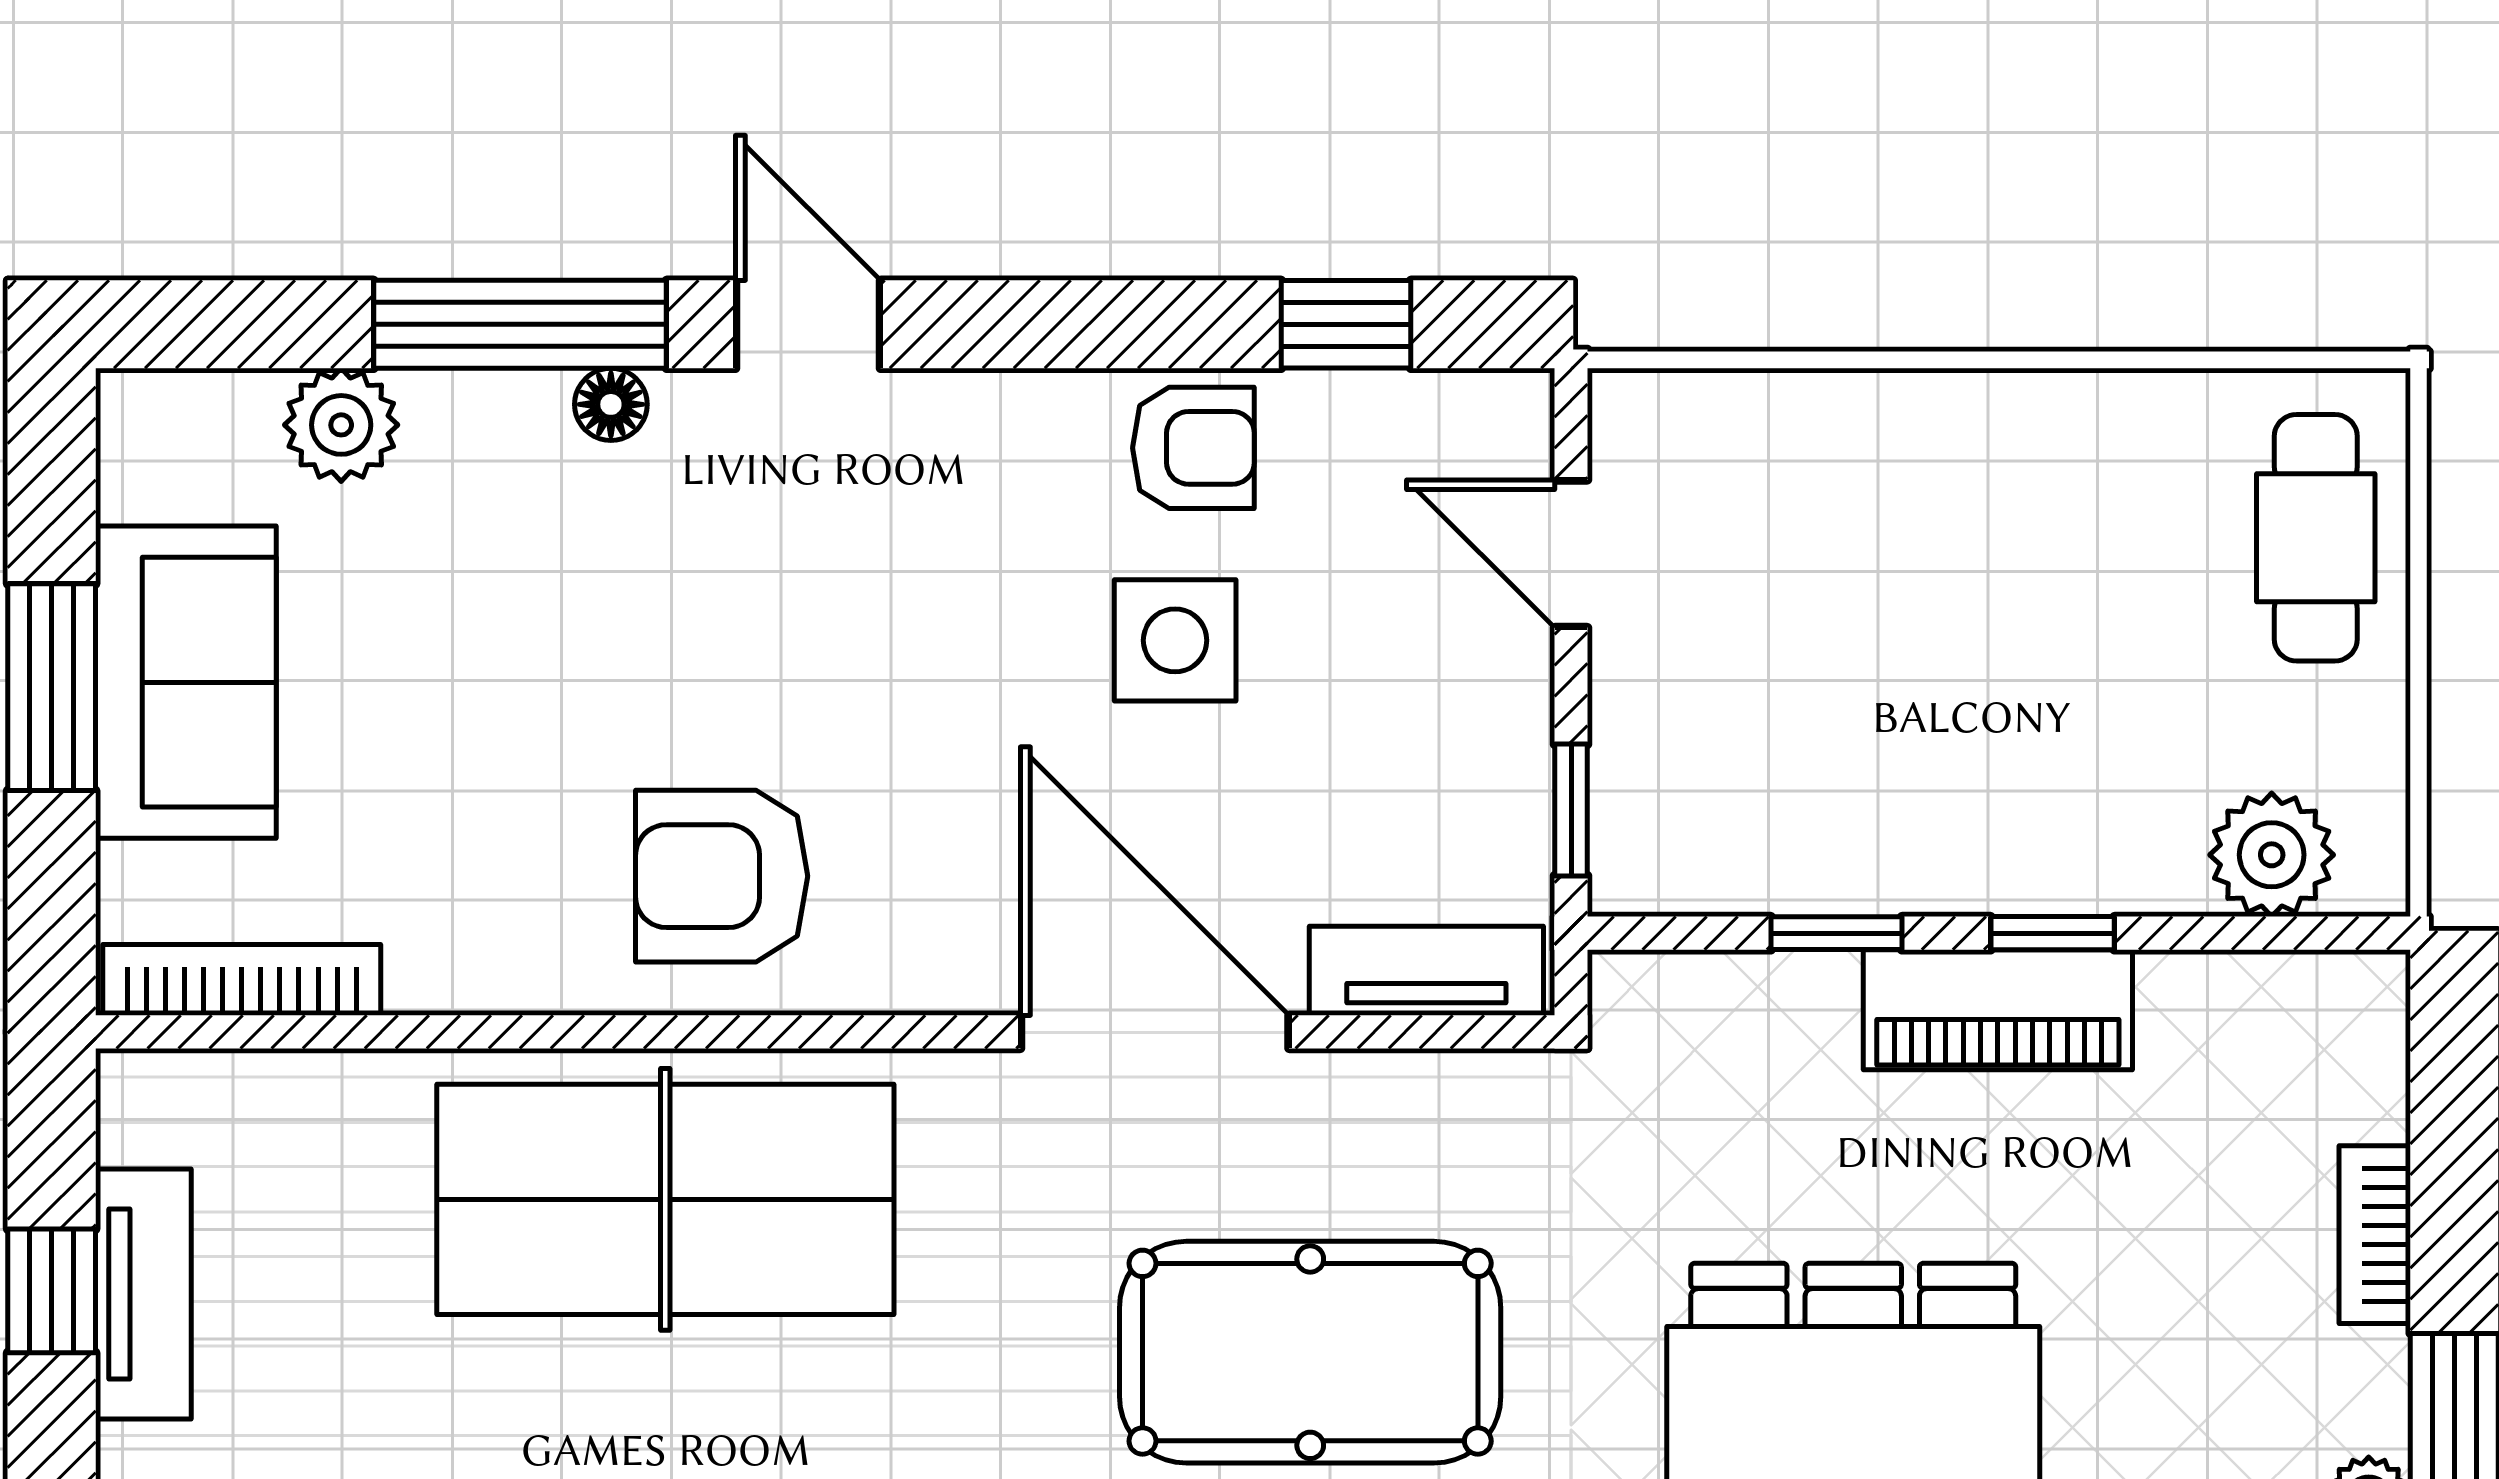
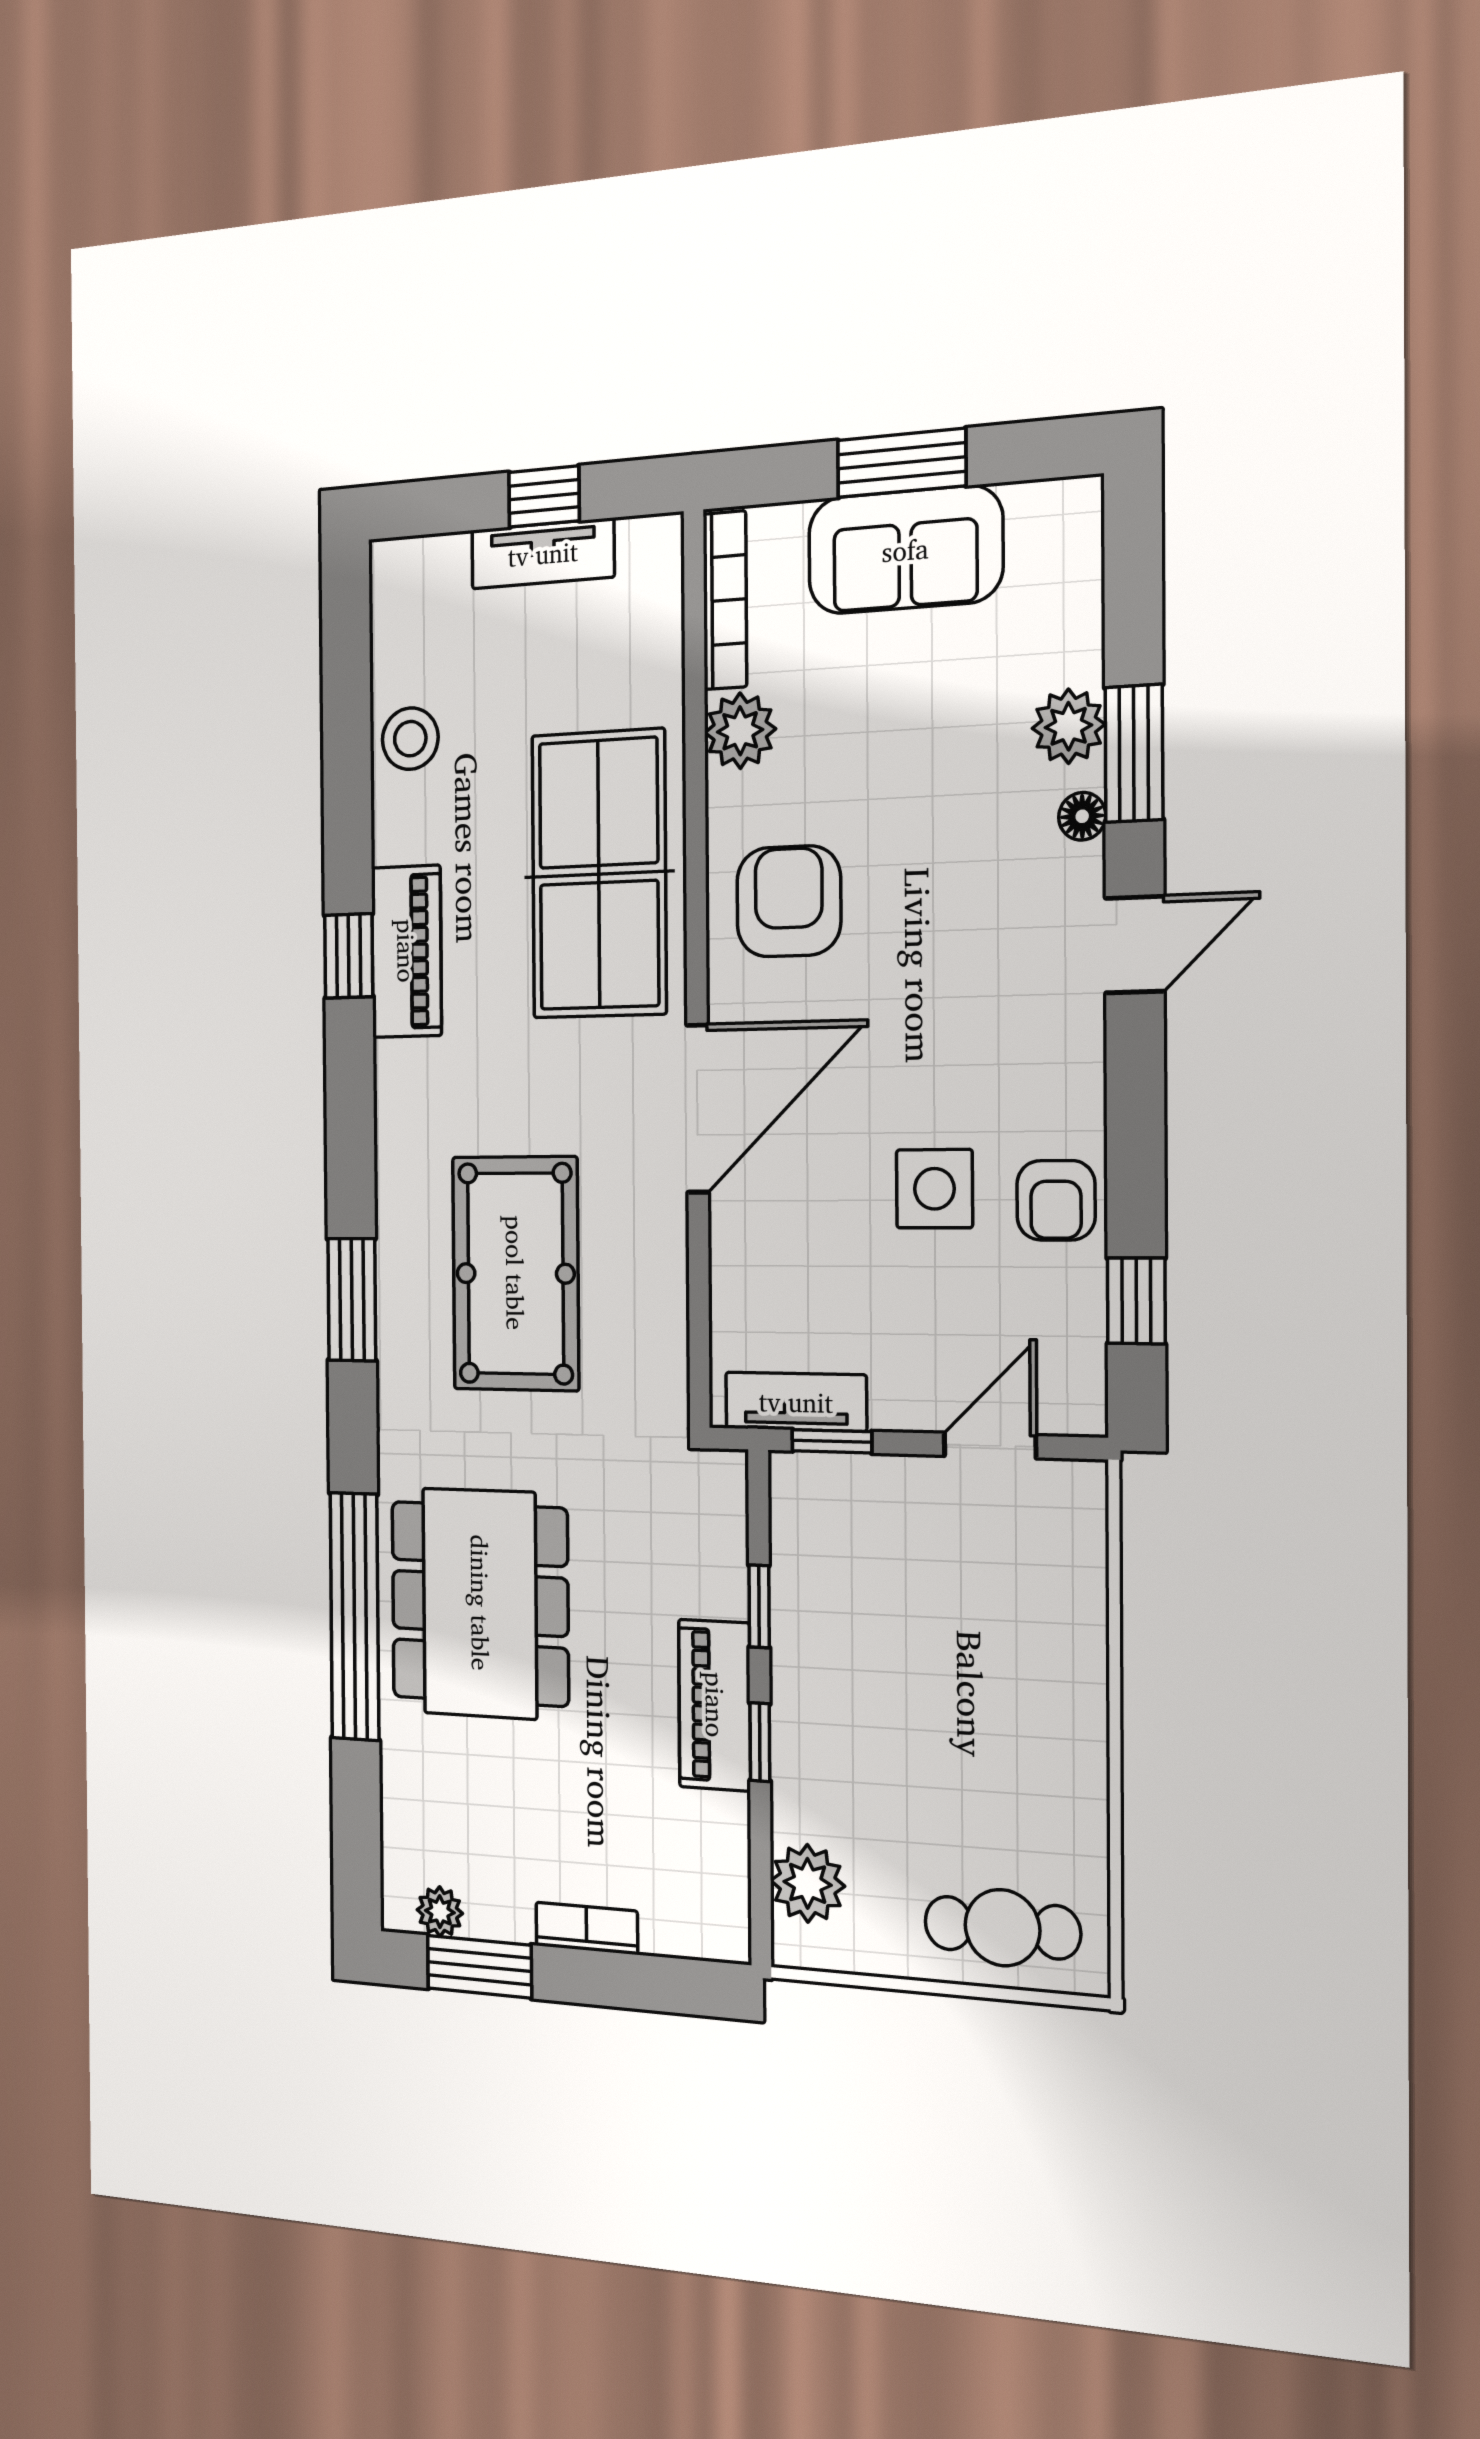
window: (520, 324) -> (1134, 753), width x0.69
plant: (341, 425) -> (1069, 726), moved
plant: (449, 956) -> (740, 731), added
tv unit: (1426, 971) -> (796, 1402), moved, turned -90
door: (1155, 1032) -> (698, 1109), moved

